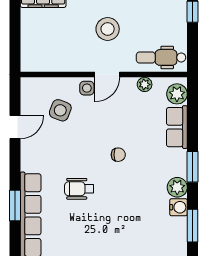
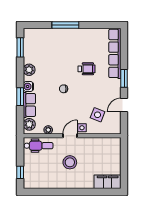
window: (193, 167) -> (20, 97), moved
window: (15, 205) -> (124, 78), moved
water cooler: (179, 207) -> (28, 86), moved

